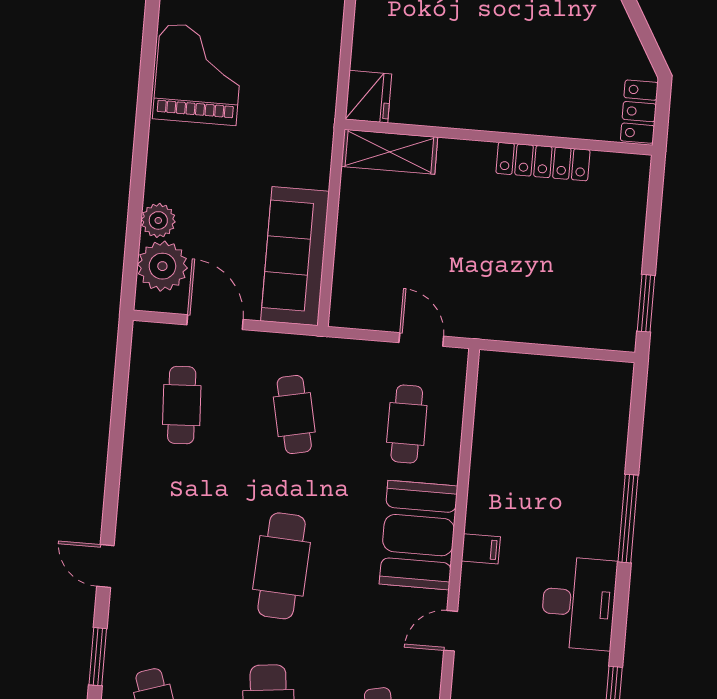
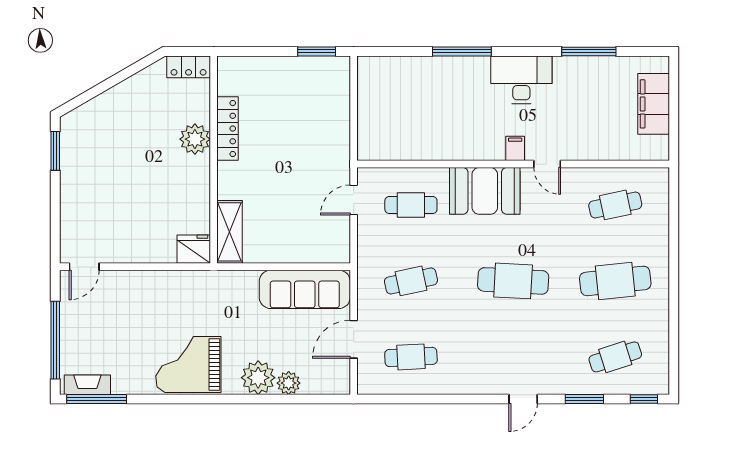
plant: (531, 112) -> (195, 139), added
plant: (162, 266) -> (258, 378), moved
filing cabinet: (481, 549) -> (515, 148), moved

